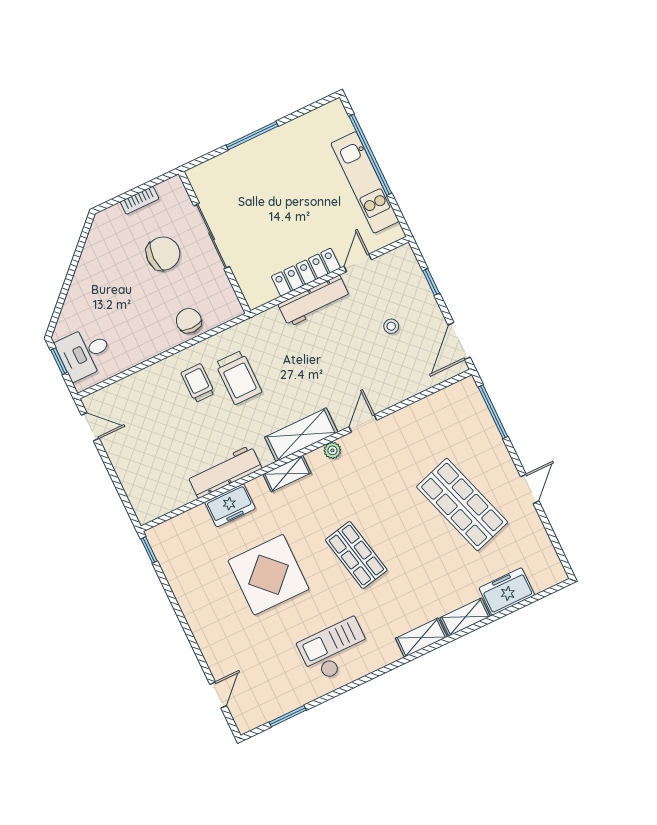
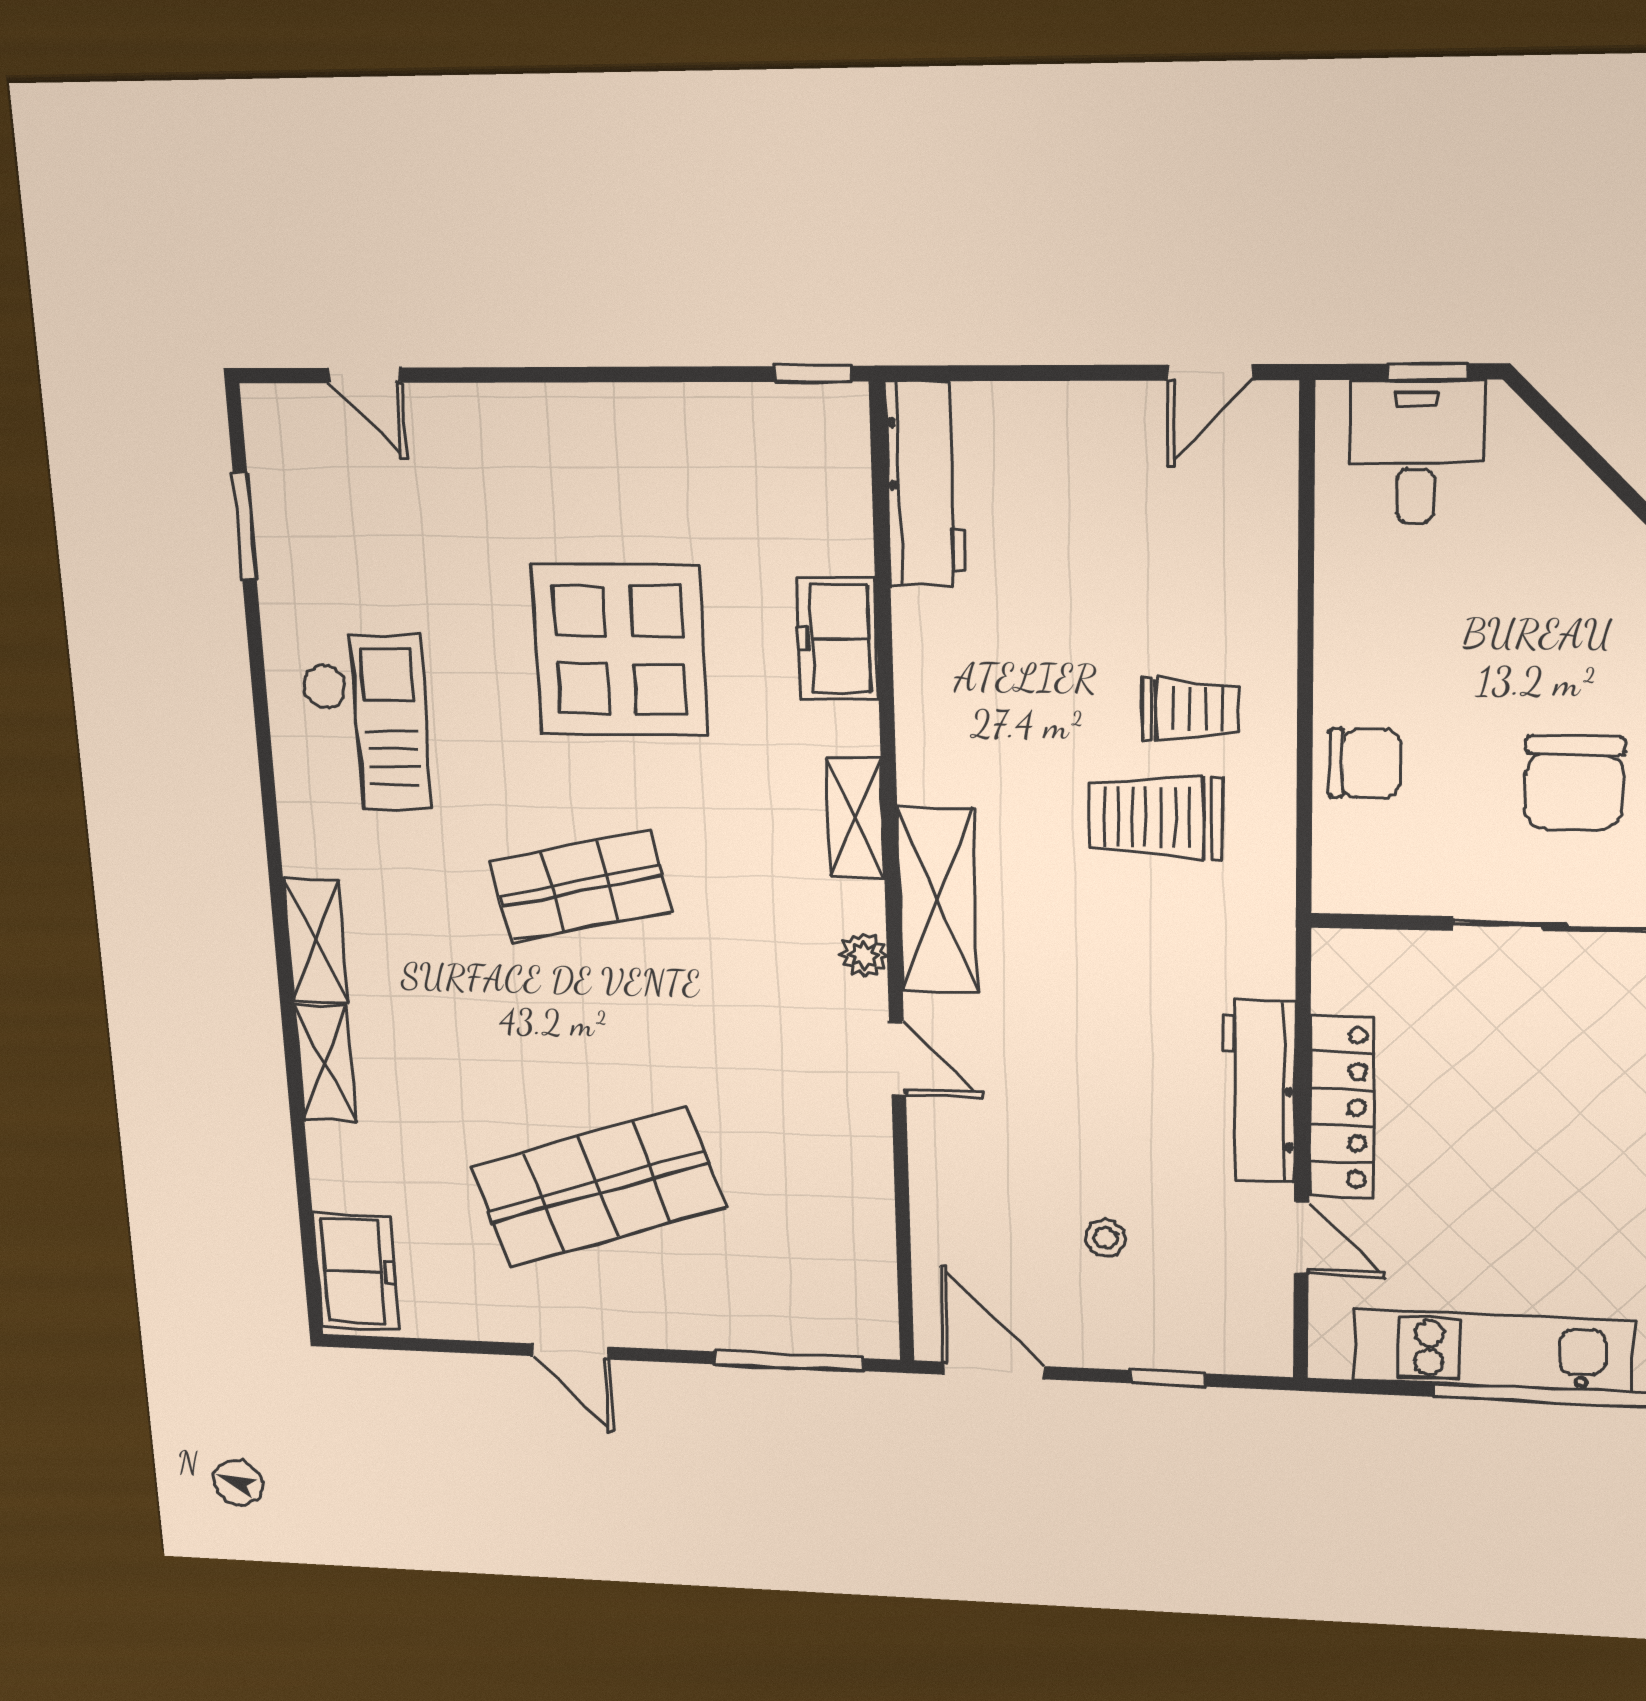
workbench: (225, 472) -> (925, 485), moved
freezer: (507, 591) -> (356, 1271), moved

